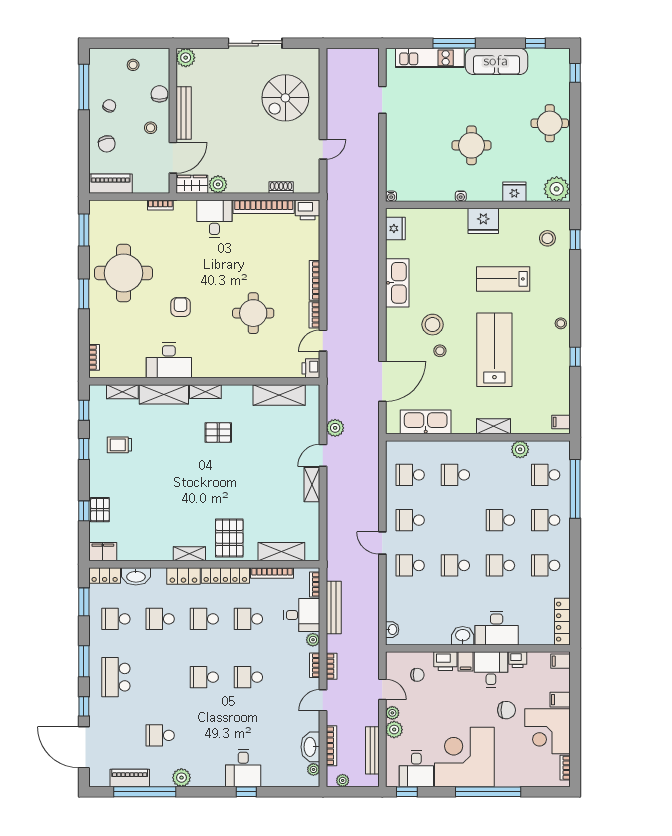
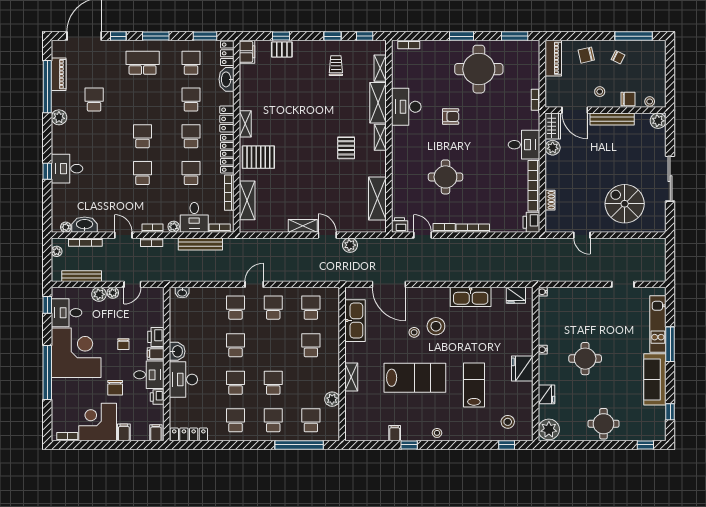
stool: (133, 65) -> (650, 101), moved
filing cabinet: (561, 422) -> (395, 433), moved
chair: (417, 675) -> (123, 344), moved

